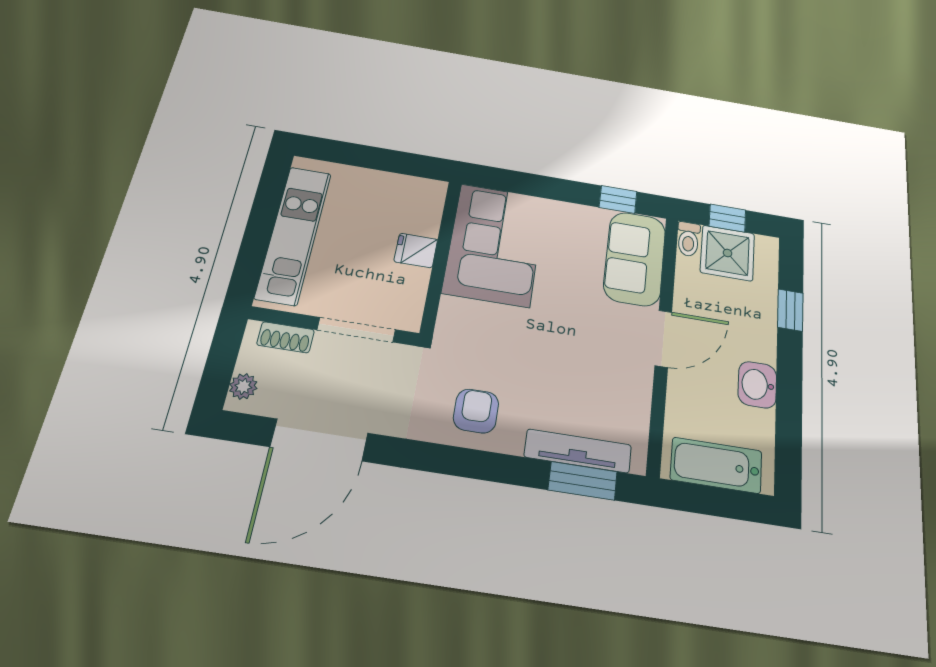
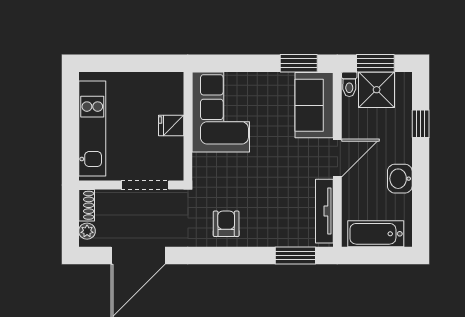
window: (618, 199) -> (299, 63), width x1.50
window: (727, 218) -> (375, 63), width x1.50
shoe rack: (286, 337) -> (87, 205), moved, turned -90
tv unit: (578, 451) -> (324, 211), moved, turned -90

